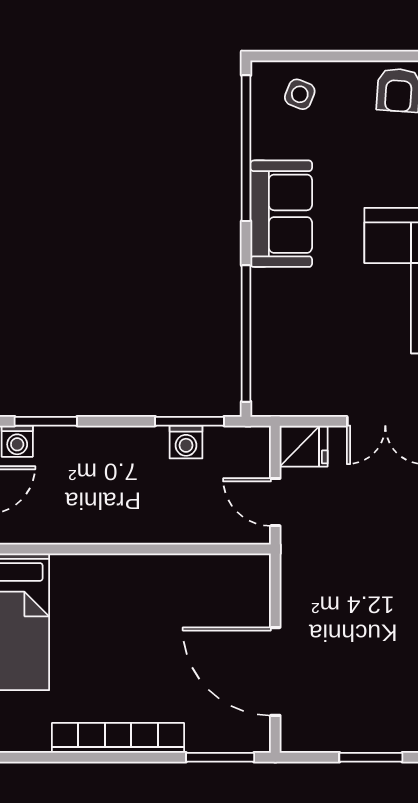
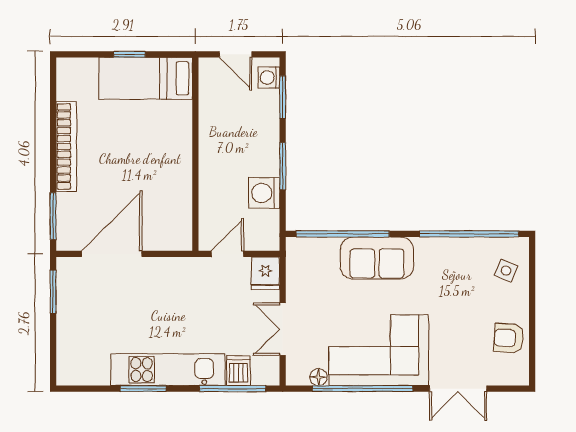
sofa: (281, 214) -> (377, 258), moved
window: (190, 421) -> (283, 166), moved
washing machine: (186, 442) -> (264, 193), width x1.38, depth x1.38
window: (371, 757) -> (53, 292), moved

